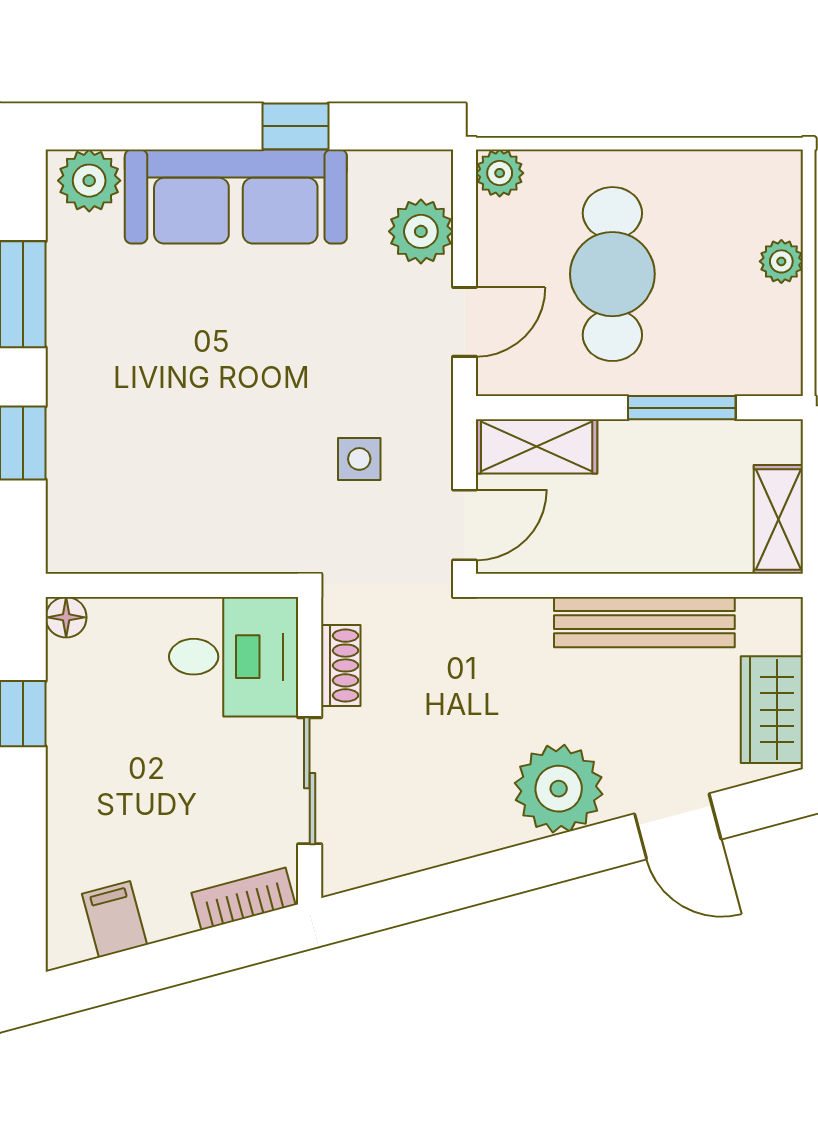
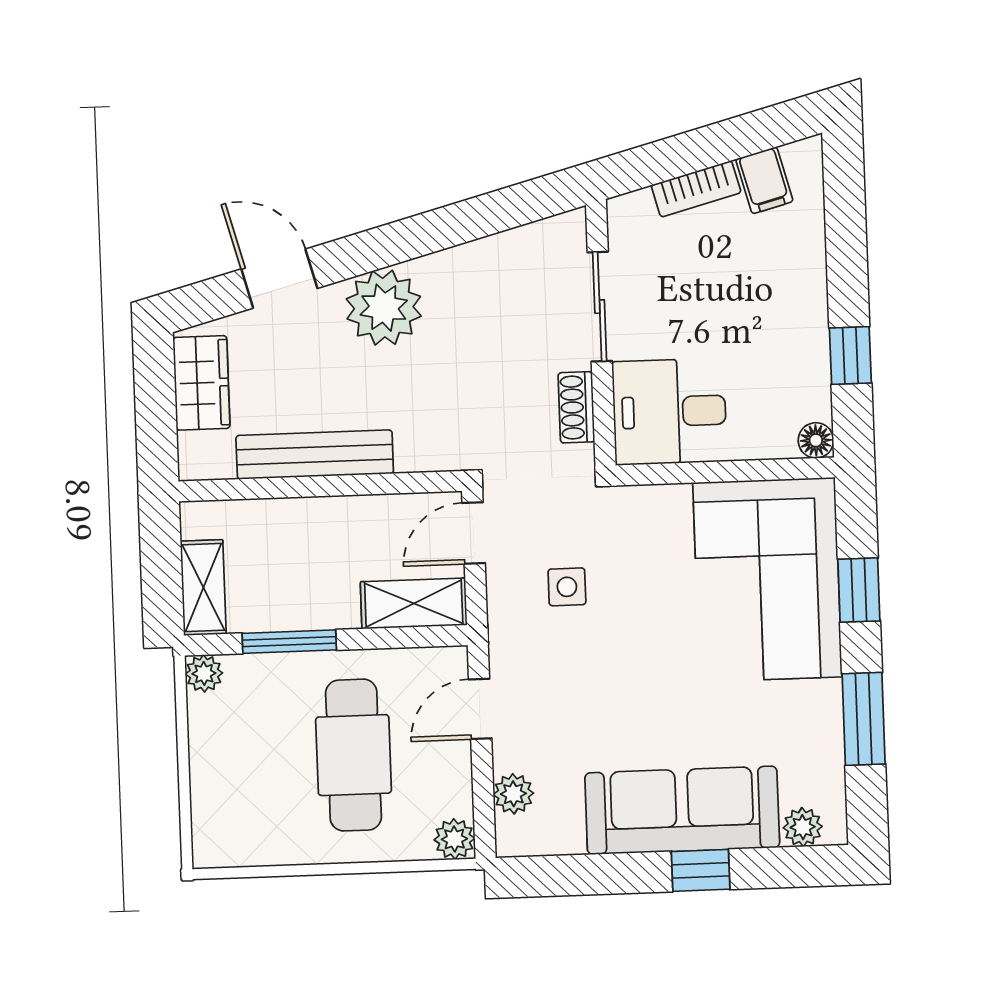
window: (296, 126) -> (701, 870), moved
plant: (89, 181) -> (803, 827), width x0.73, depth x0.73
plant: (421, 231) -> (513, 794), width x0.73, depth x0.73
plant: (781, 261) -> (204, 673), moved
corner sofa: (128, 459) -> (767, 580), added
shelving: (778, 519) -> (203, 588), moved
bookcase: (244, 899) -> (696, 189), moved

